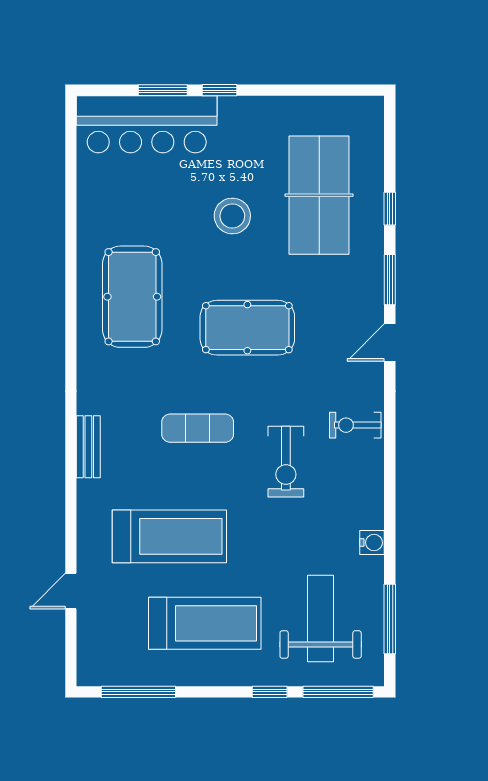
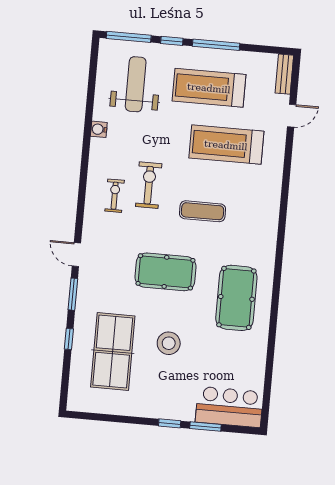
bar counter: (147, 124) -> (229, 407), width x0.73
door: (390, 342) -> (76, 255), swing flipped
exercise bike: (355, 425) -> (115, 196), moved, turned -90
bench: (88, 447) -> (284, 74), moved
weight bench: (321, 618) -> (136, 84), turned 180
window: (390, 619) -> (92, 80), removed
window: (138, 692) -> (216, 45), moved

